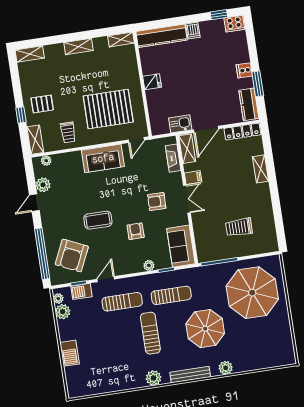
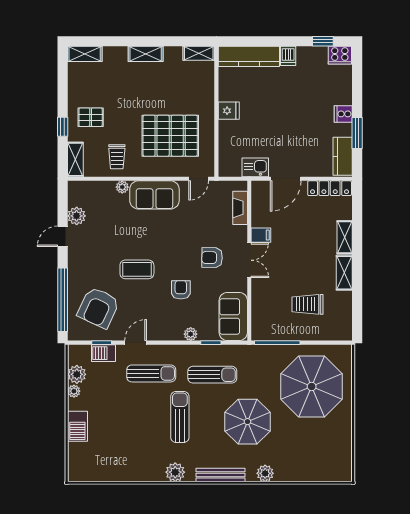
shelving: (187, 149) -> (344, 273), moved
plant: (46, 161) -> (122, 187), moved
plant: (58, 298) -> (74, 391), moved

